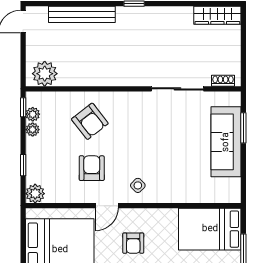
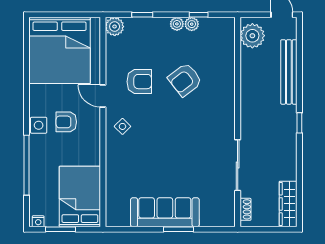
plant: (45, 74) -> (252, 36), moved
shoe rack: (223, 81) -> (245, 209), moved
wall: (133, 89) -> (238, 122), moved
sliding door: (178, 89) -> (238, 165), moved

